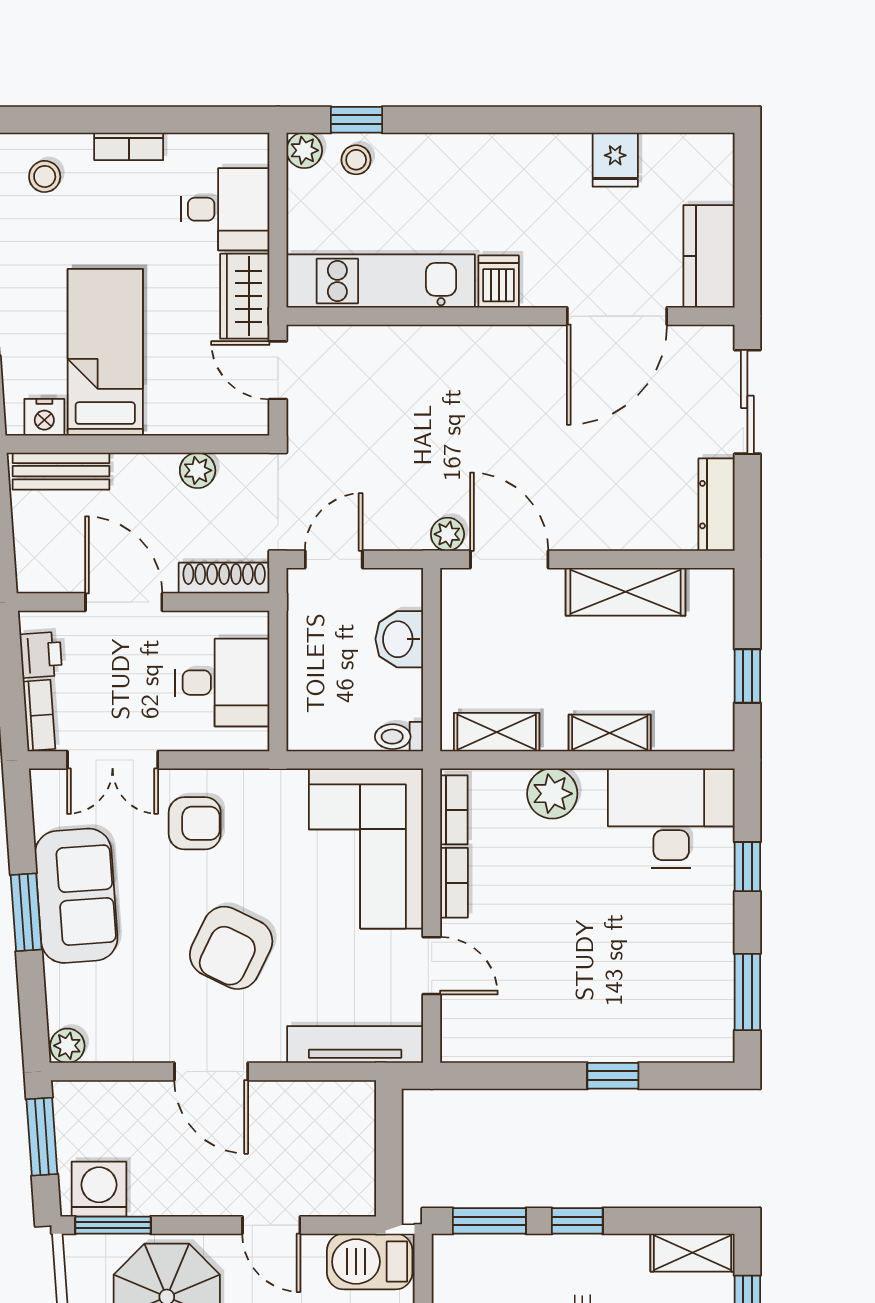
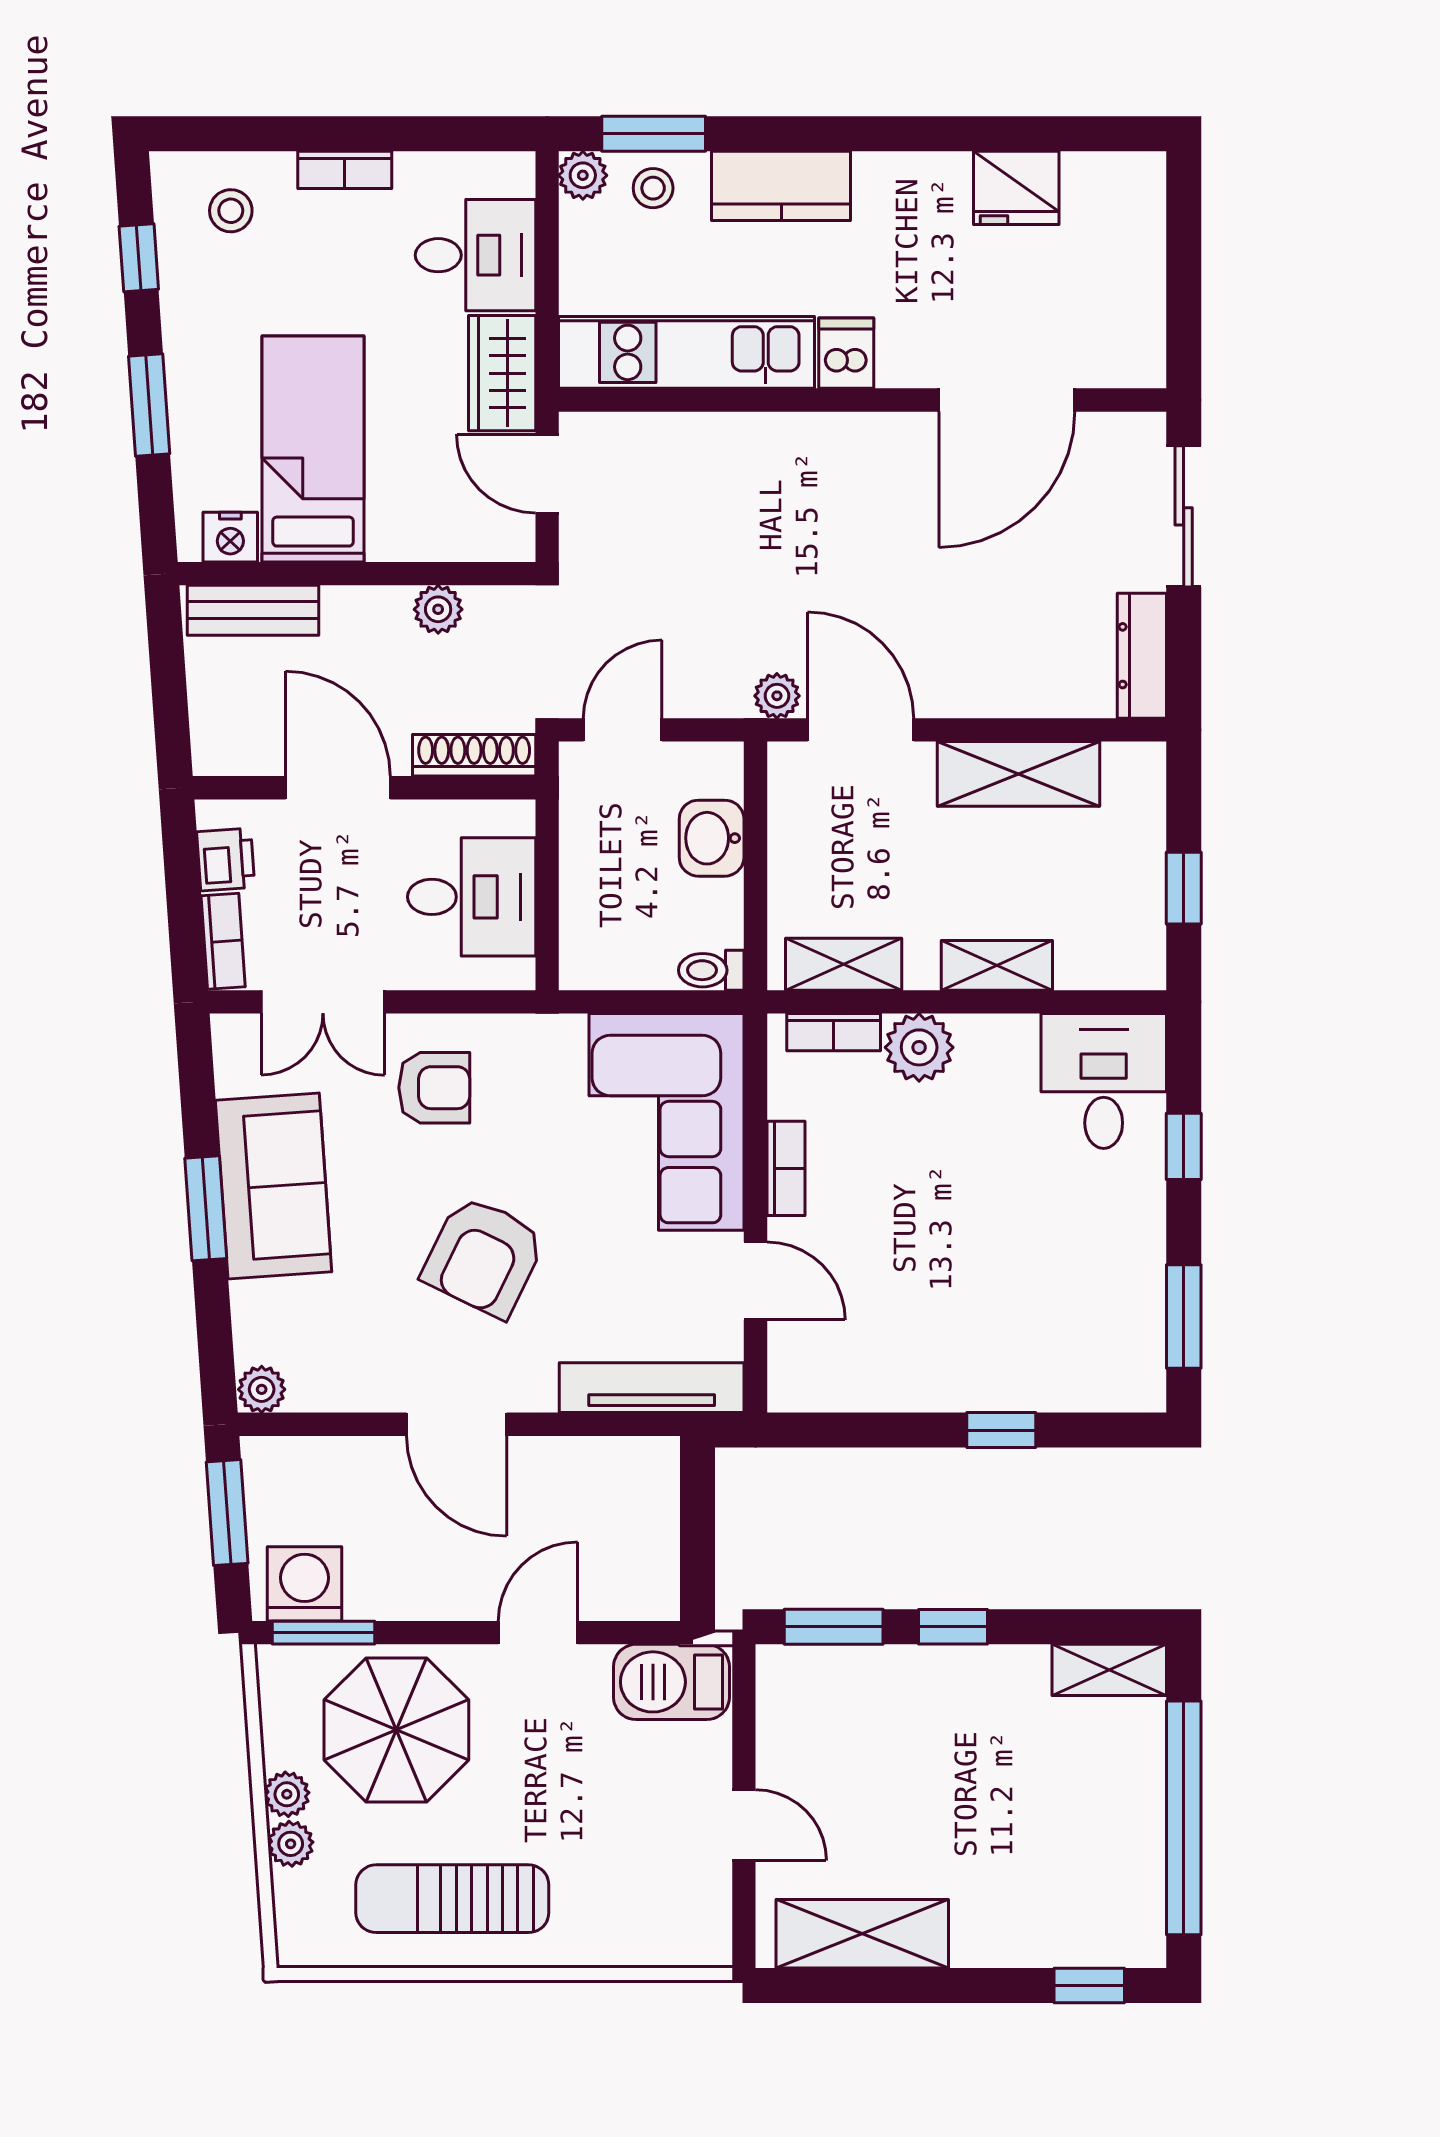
window: (356, 120) -> (654, 134), width x1.50
fridge: (615, 160) -> (1016, 188), width x1.38
kitchen counter: (709, 256) -> (781, 186), moved, turned -90
bookcase: (454, 810) -> (834, 1032), moved, turned 90
desk: (671, 818) -> (1104, 1081), width x0.73
door: (271, 1225) -> (538, 1633), swing flipped

